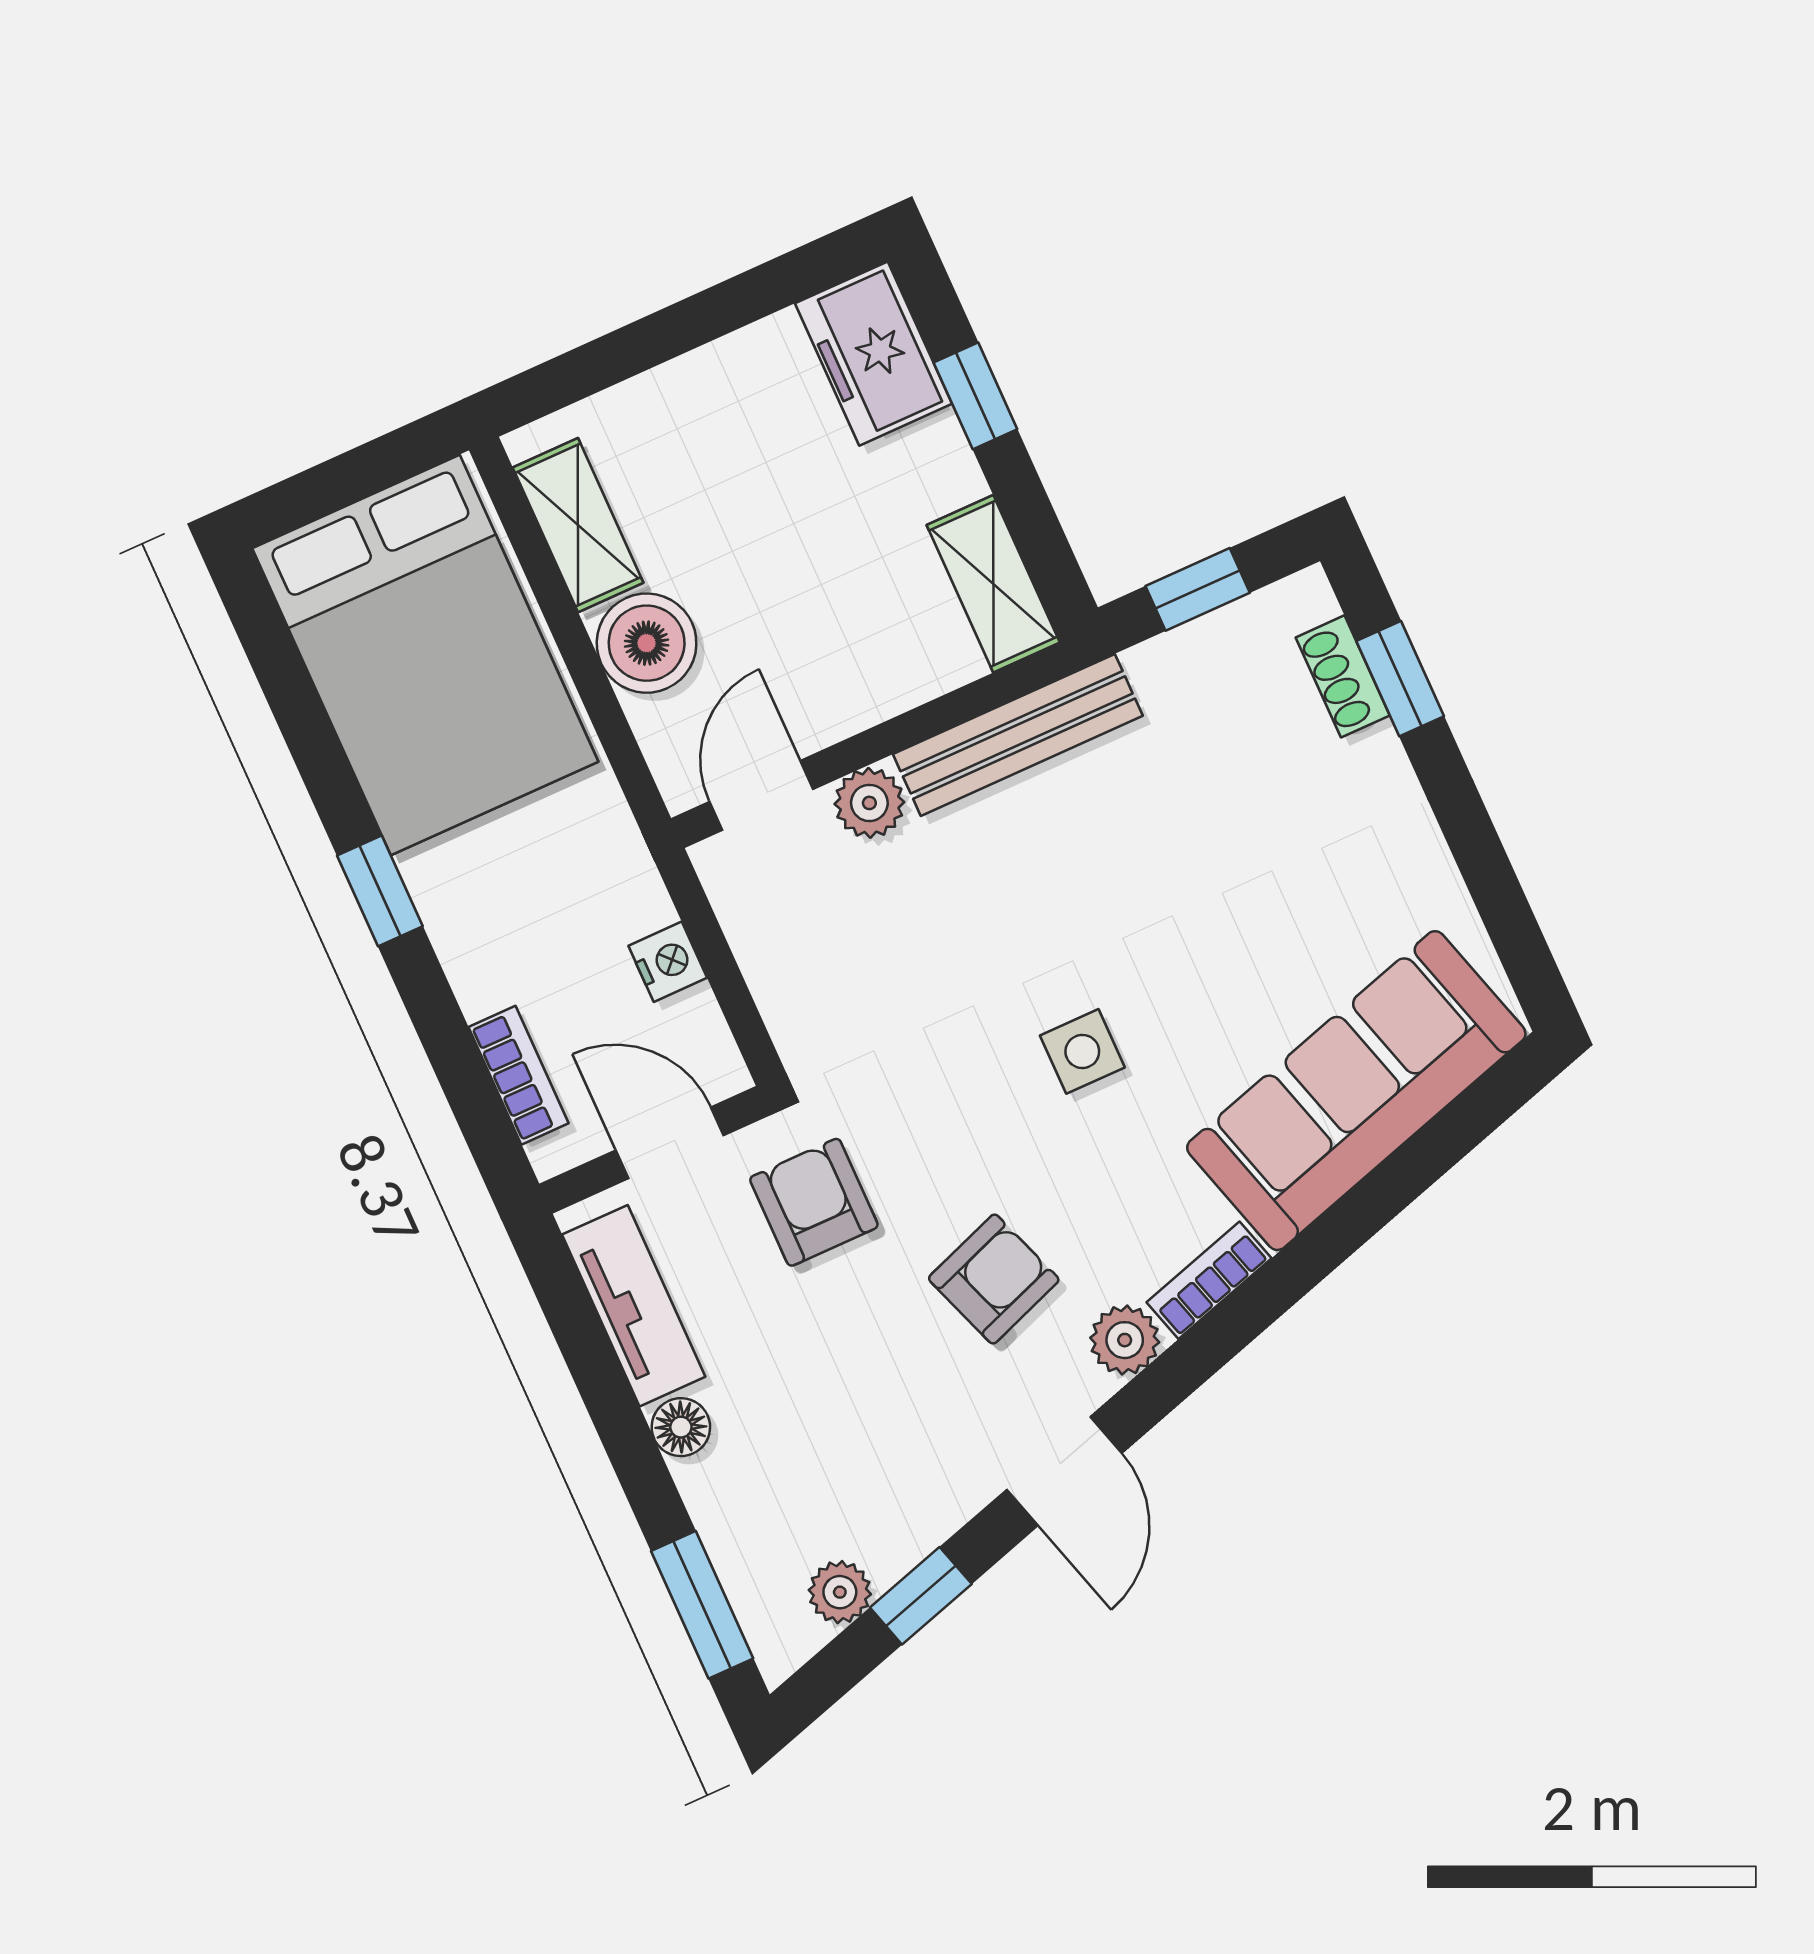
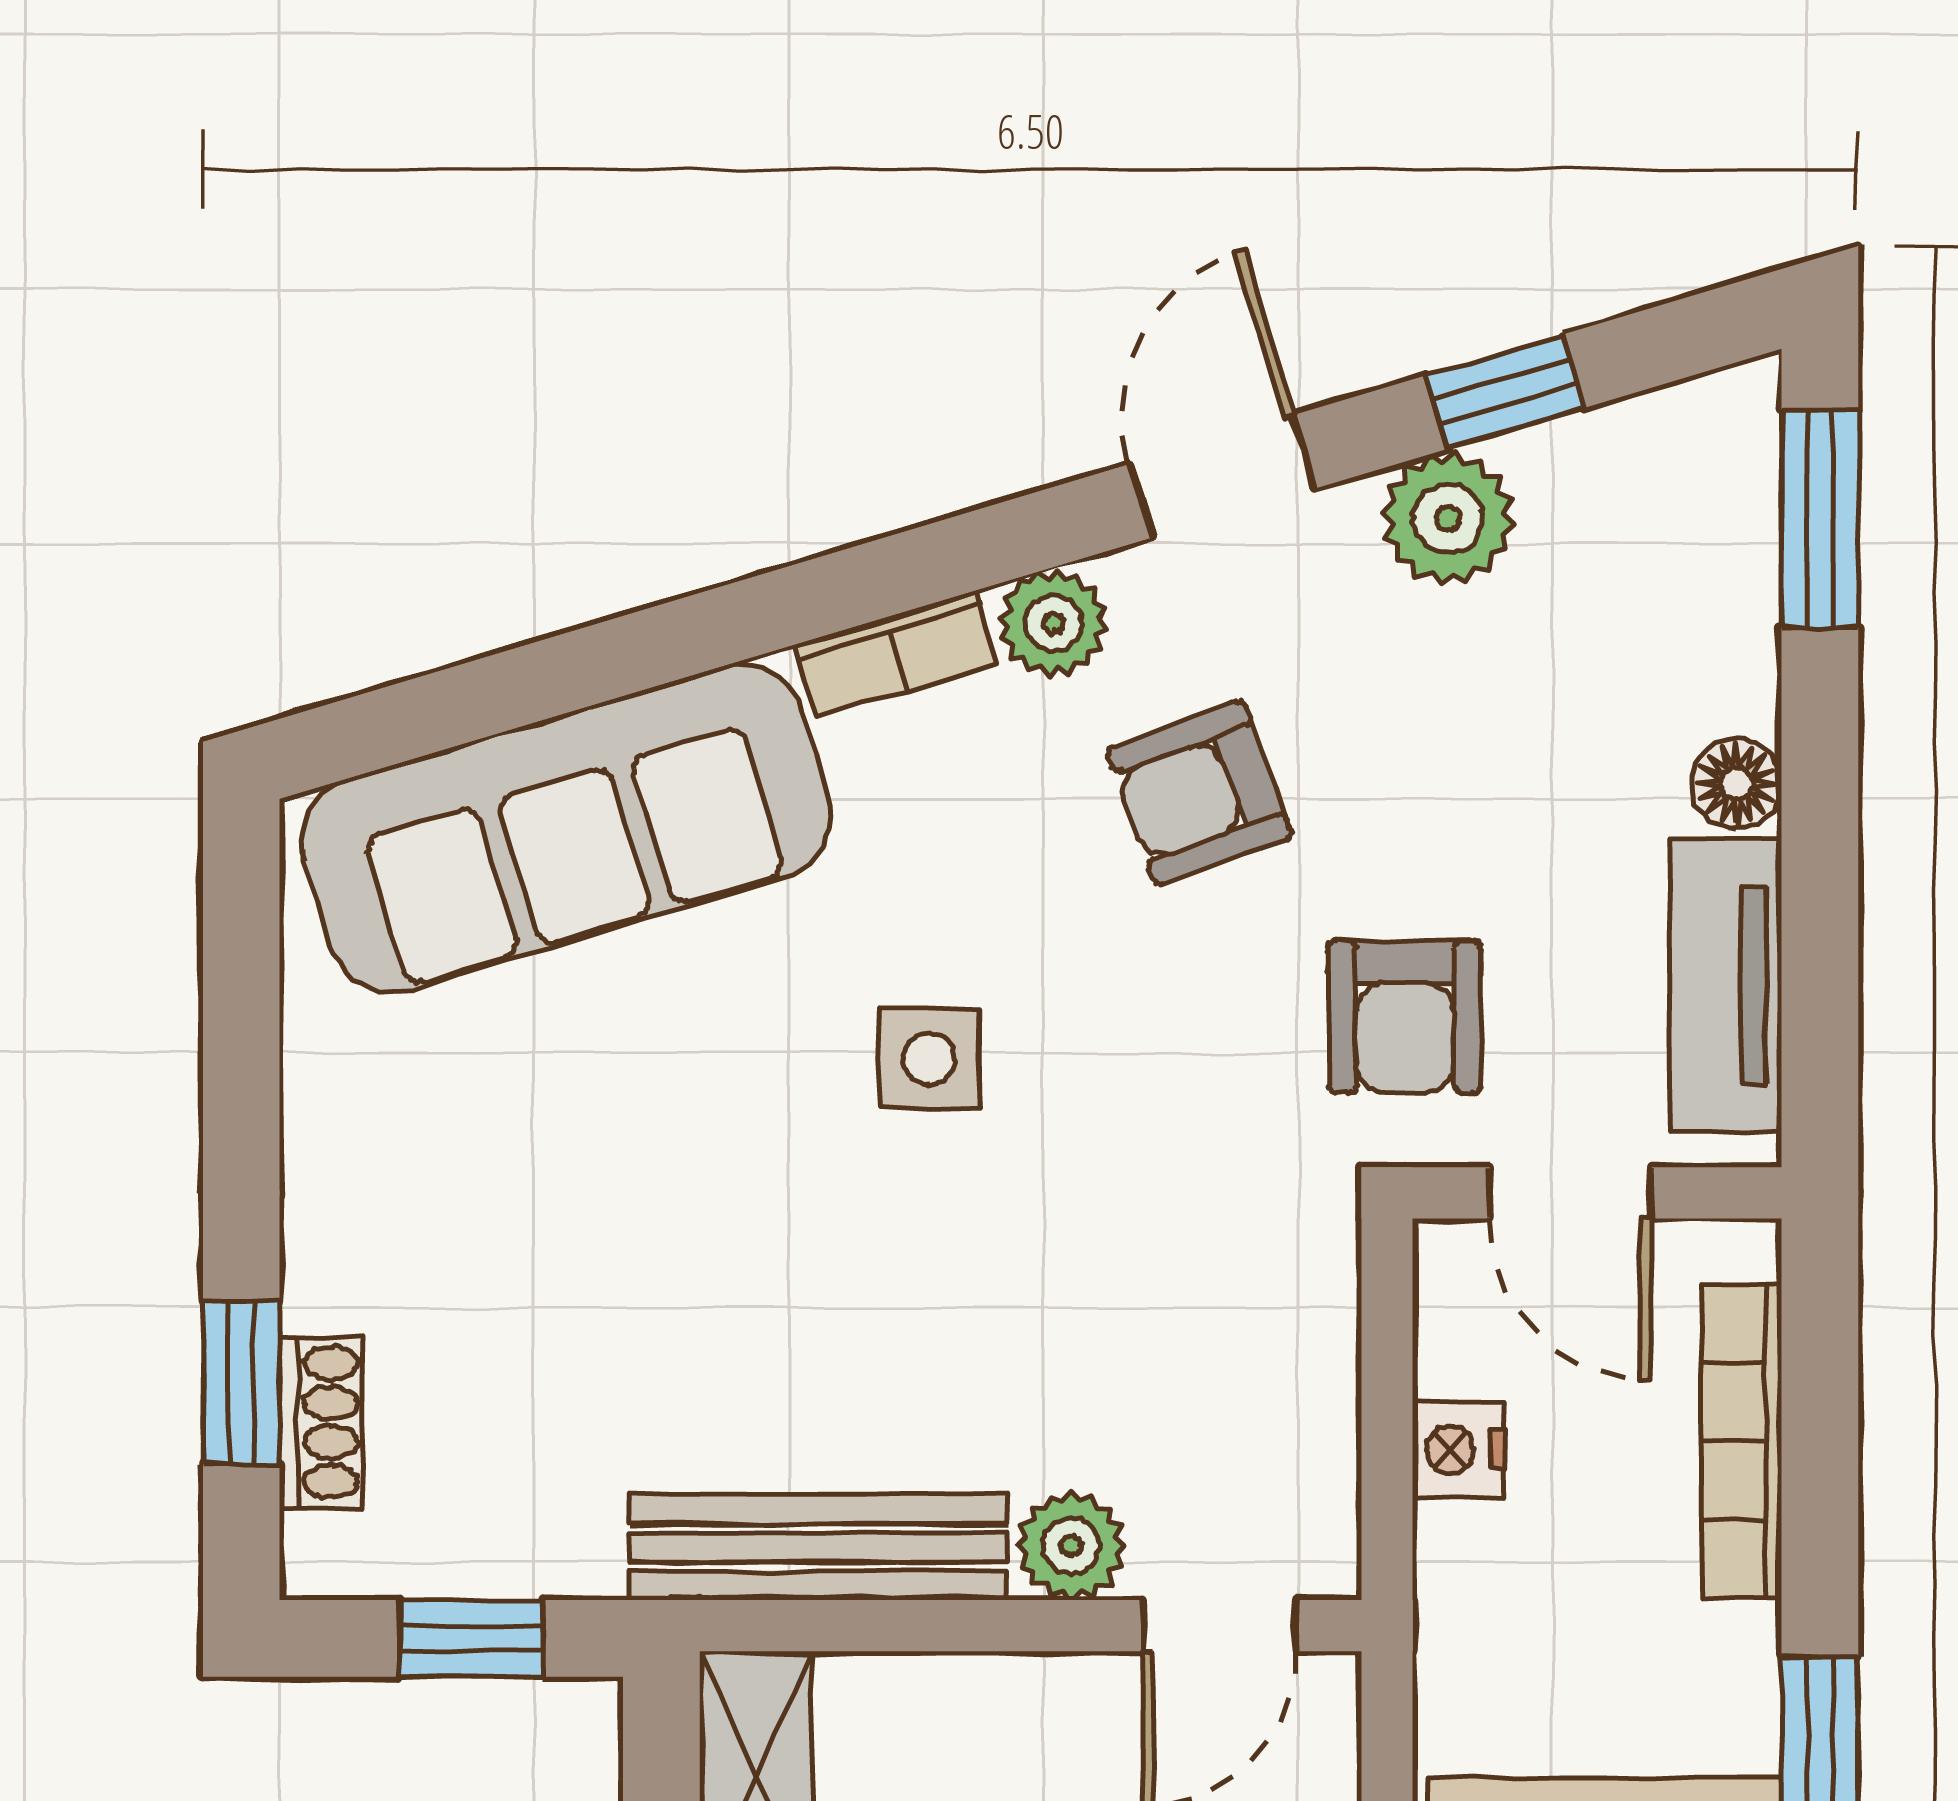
bookcase: (518, 1075) -> (1741, 1441), width x1.56
plant: (840, 1592) -> (1448, 518), moved, width x1.38, depth x1.38

